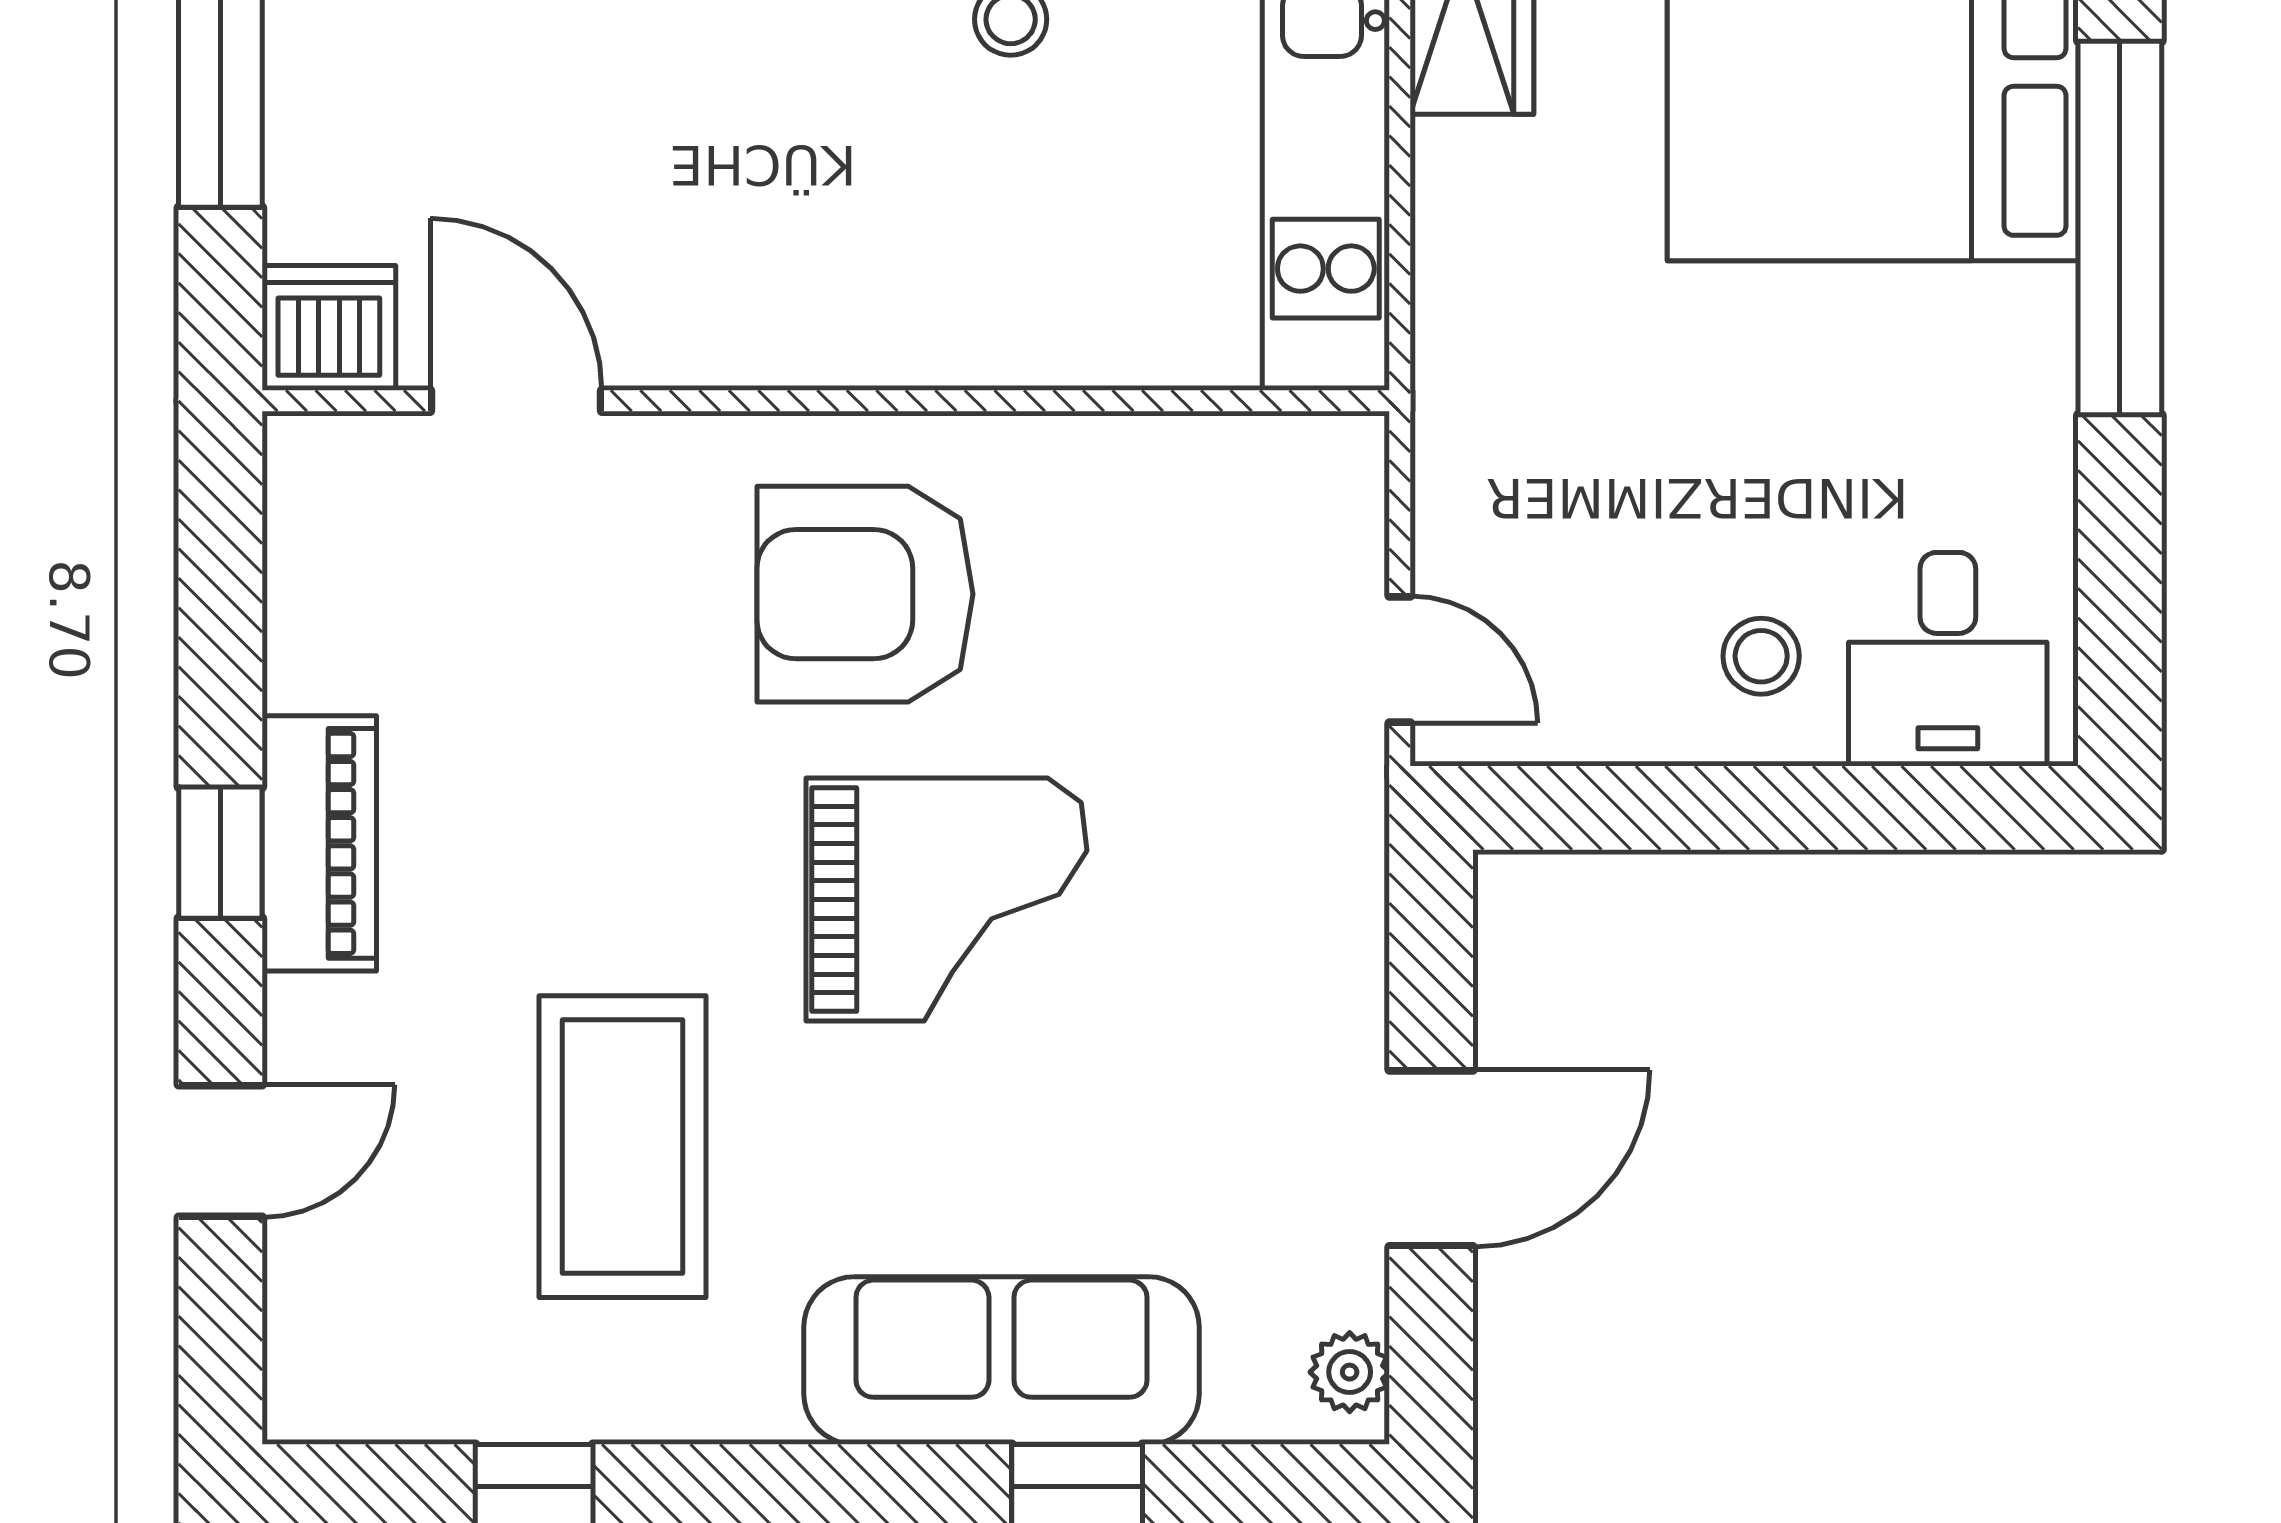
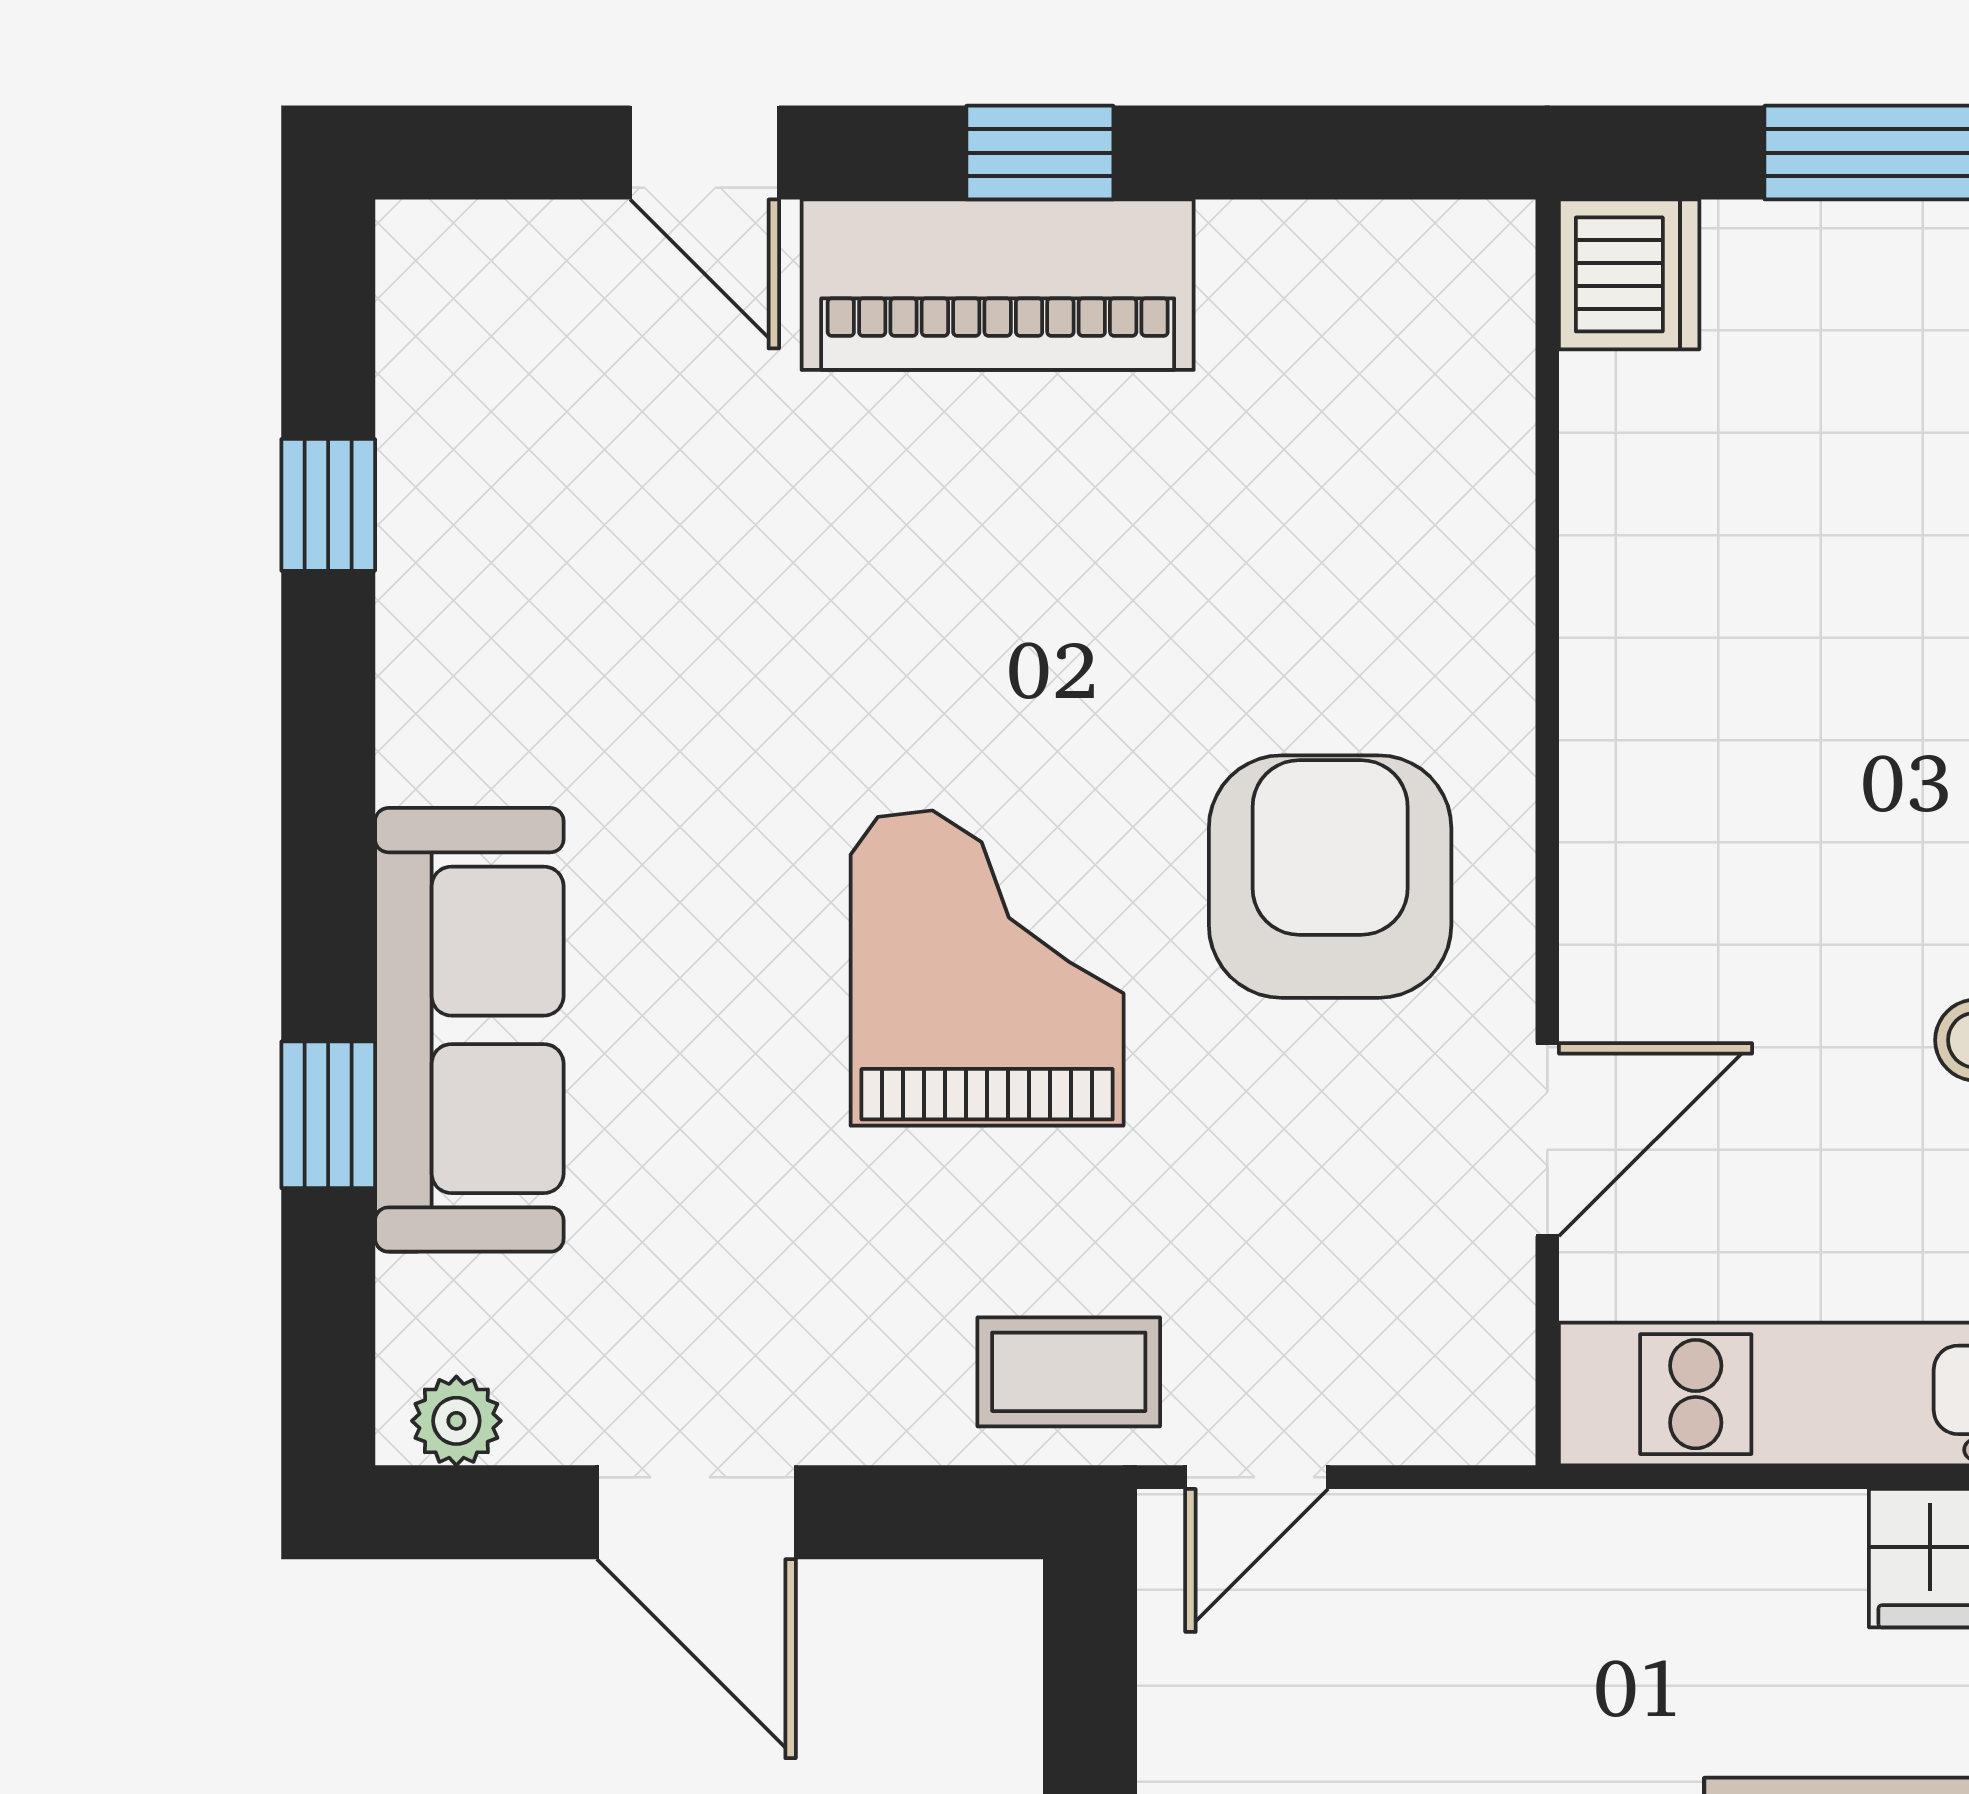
door: (516, 401) -> (1547, 1140), moved
piano: (319, 843) -> (998, 285), width x1.37, depth x1.33
grand piano: (946, 900) -> (987, 968), turned 180
coffee table: (623, 1147) -> (1069, 1372), moved, width x0.54, depth x0.58

